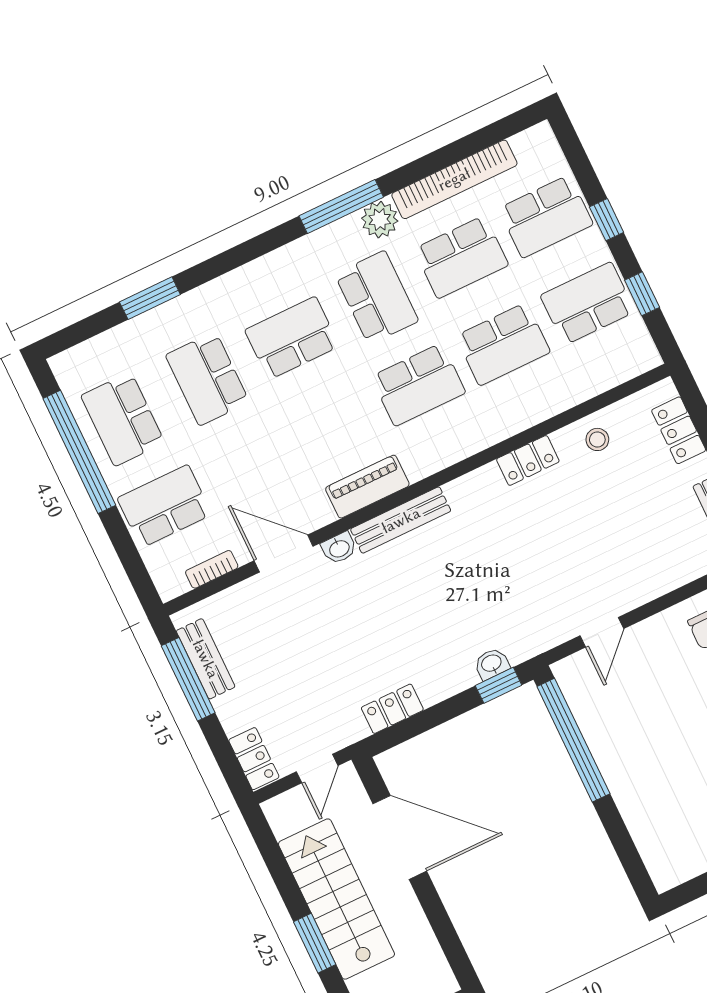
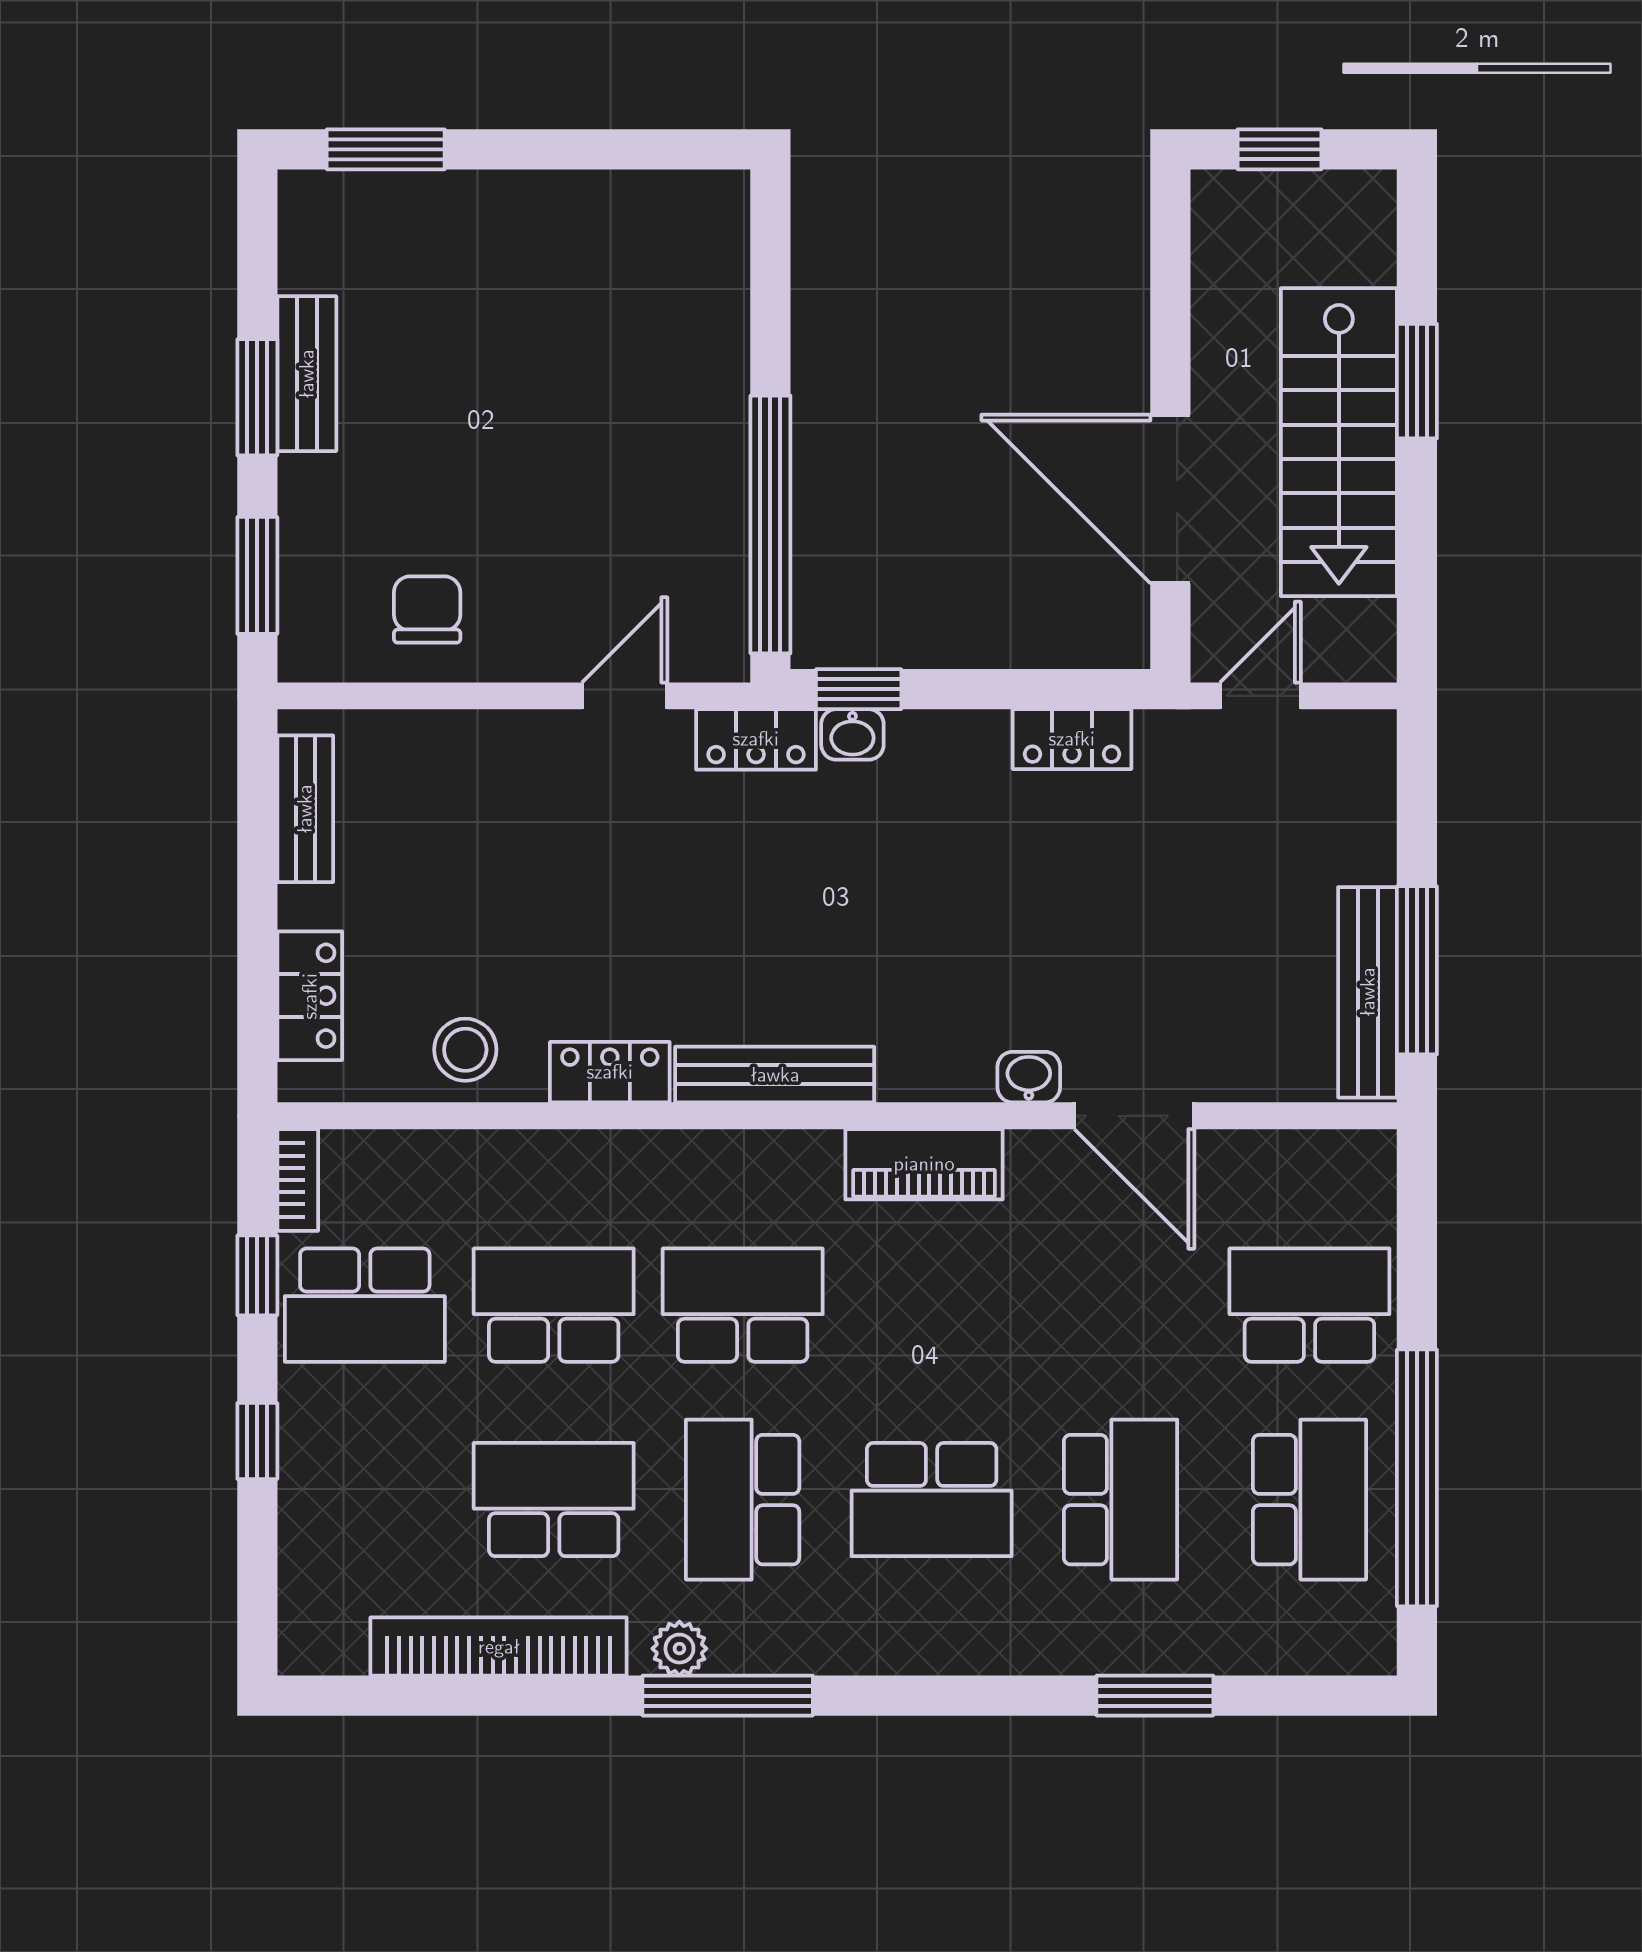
school desk: (546, 216) -> (365, 1500), removed
plant: (380, 220) -> (679, 1649), width x0.73, depth x0.73
stool: (597, 439) -> (465, 1050), width x1.37, depth x1.37
school desk: (164, 506) -> (1309, 1305), turned 180
bench: (401, 520) -> (775, 1075), moved
bookcase: (212, 569) -> (298, 1180), moved, turned -90
bench: (206, 659) -> (1368, 992), width x1.36
locker: (254, 759) -> (756, 739), moved, turned -90

